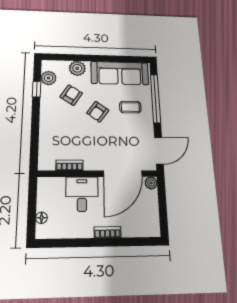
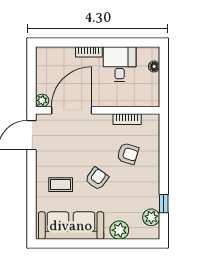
armchair: (71, 95) -> (128, 154), moved, turned -106
window: (156, 98) -> (31, 195), removed
desk: (82, 194) -> (120, 64), moved, turned 180

